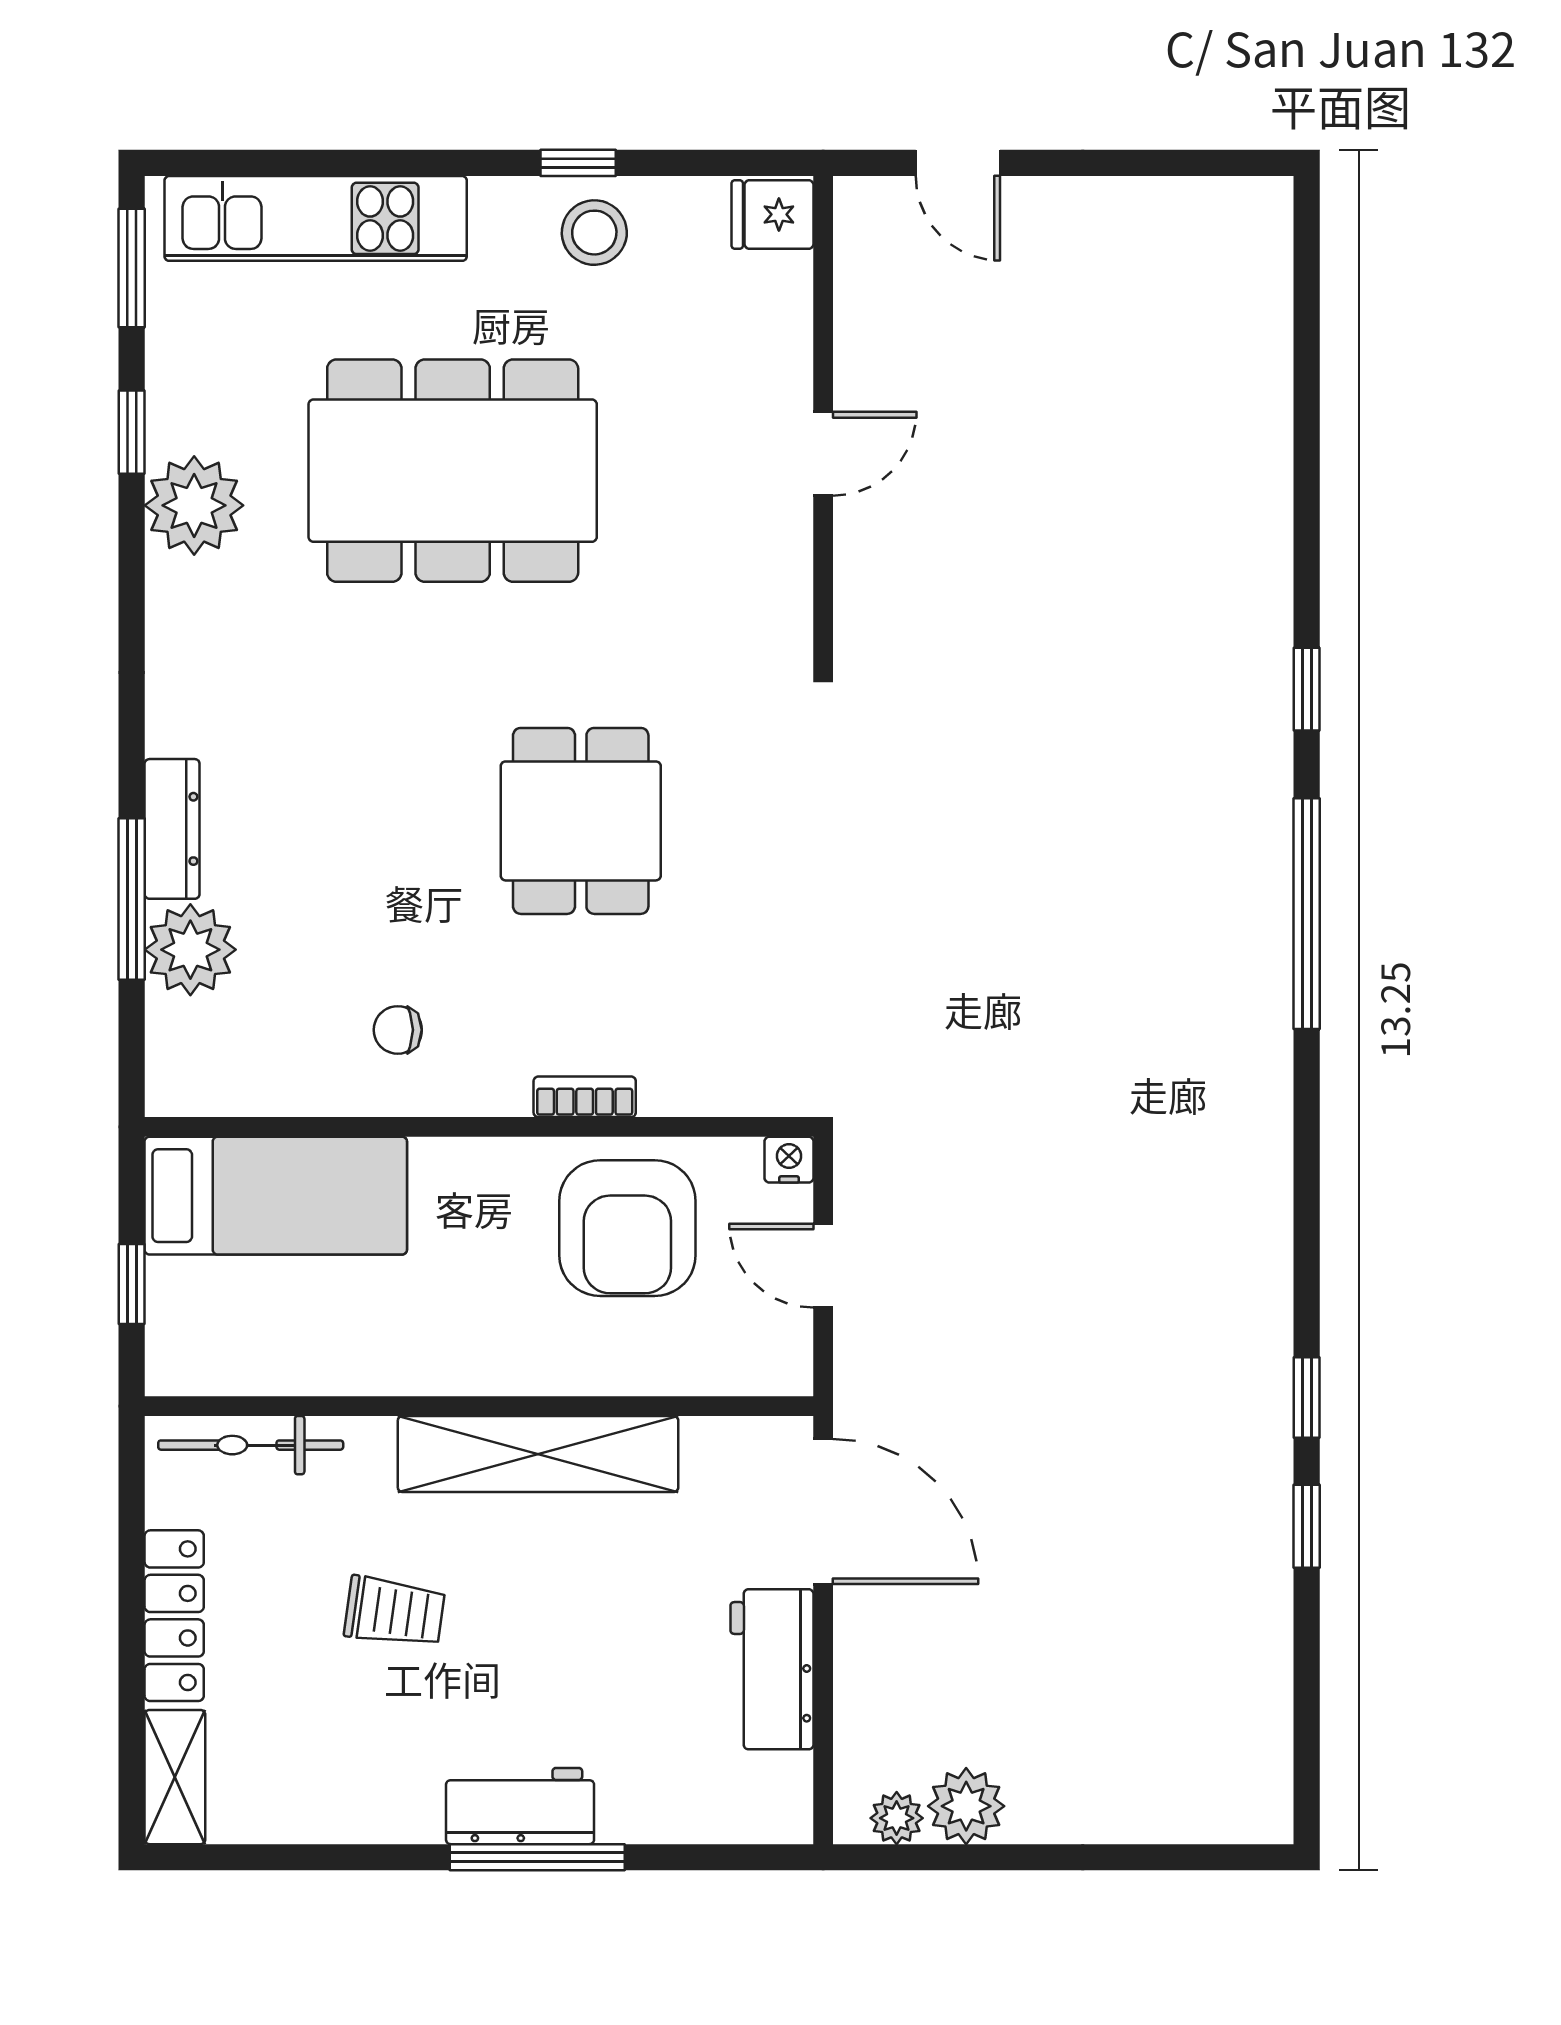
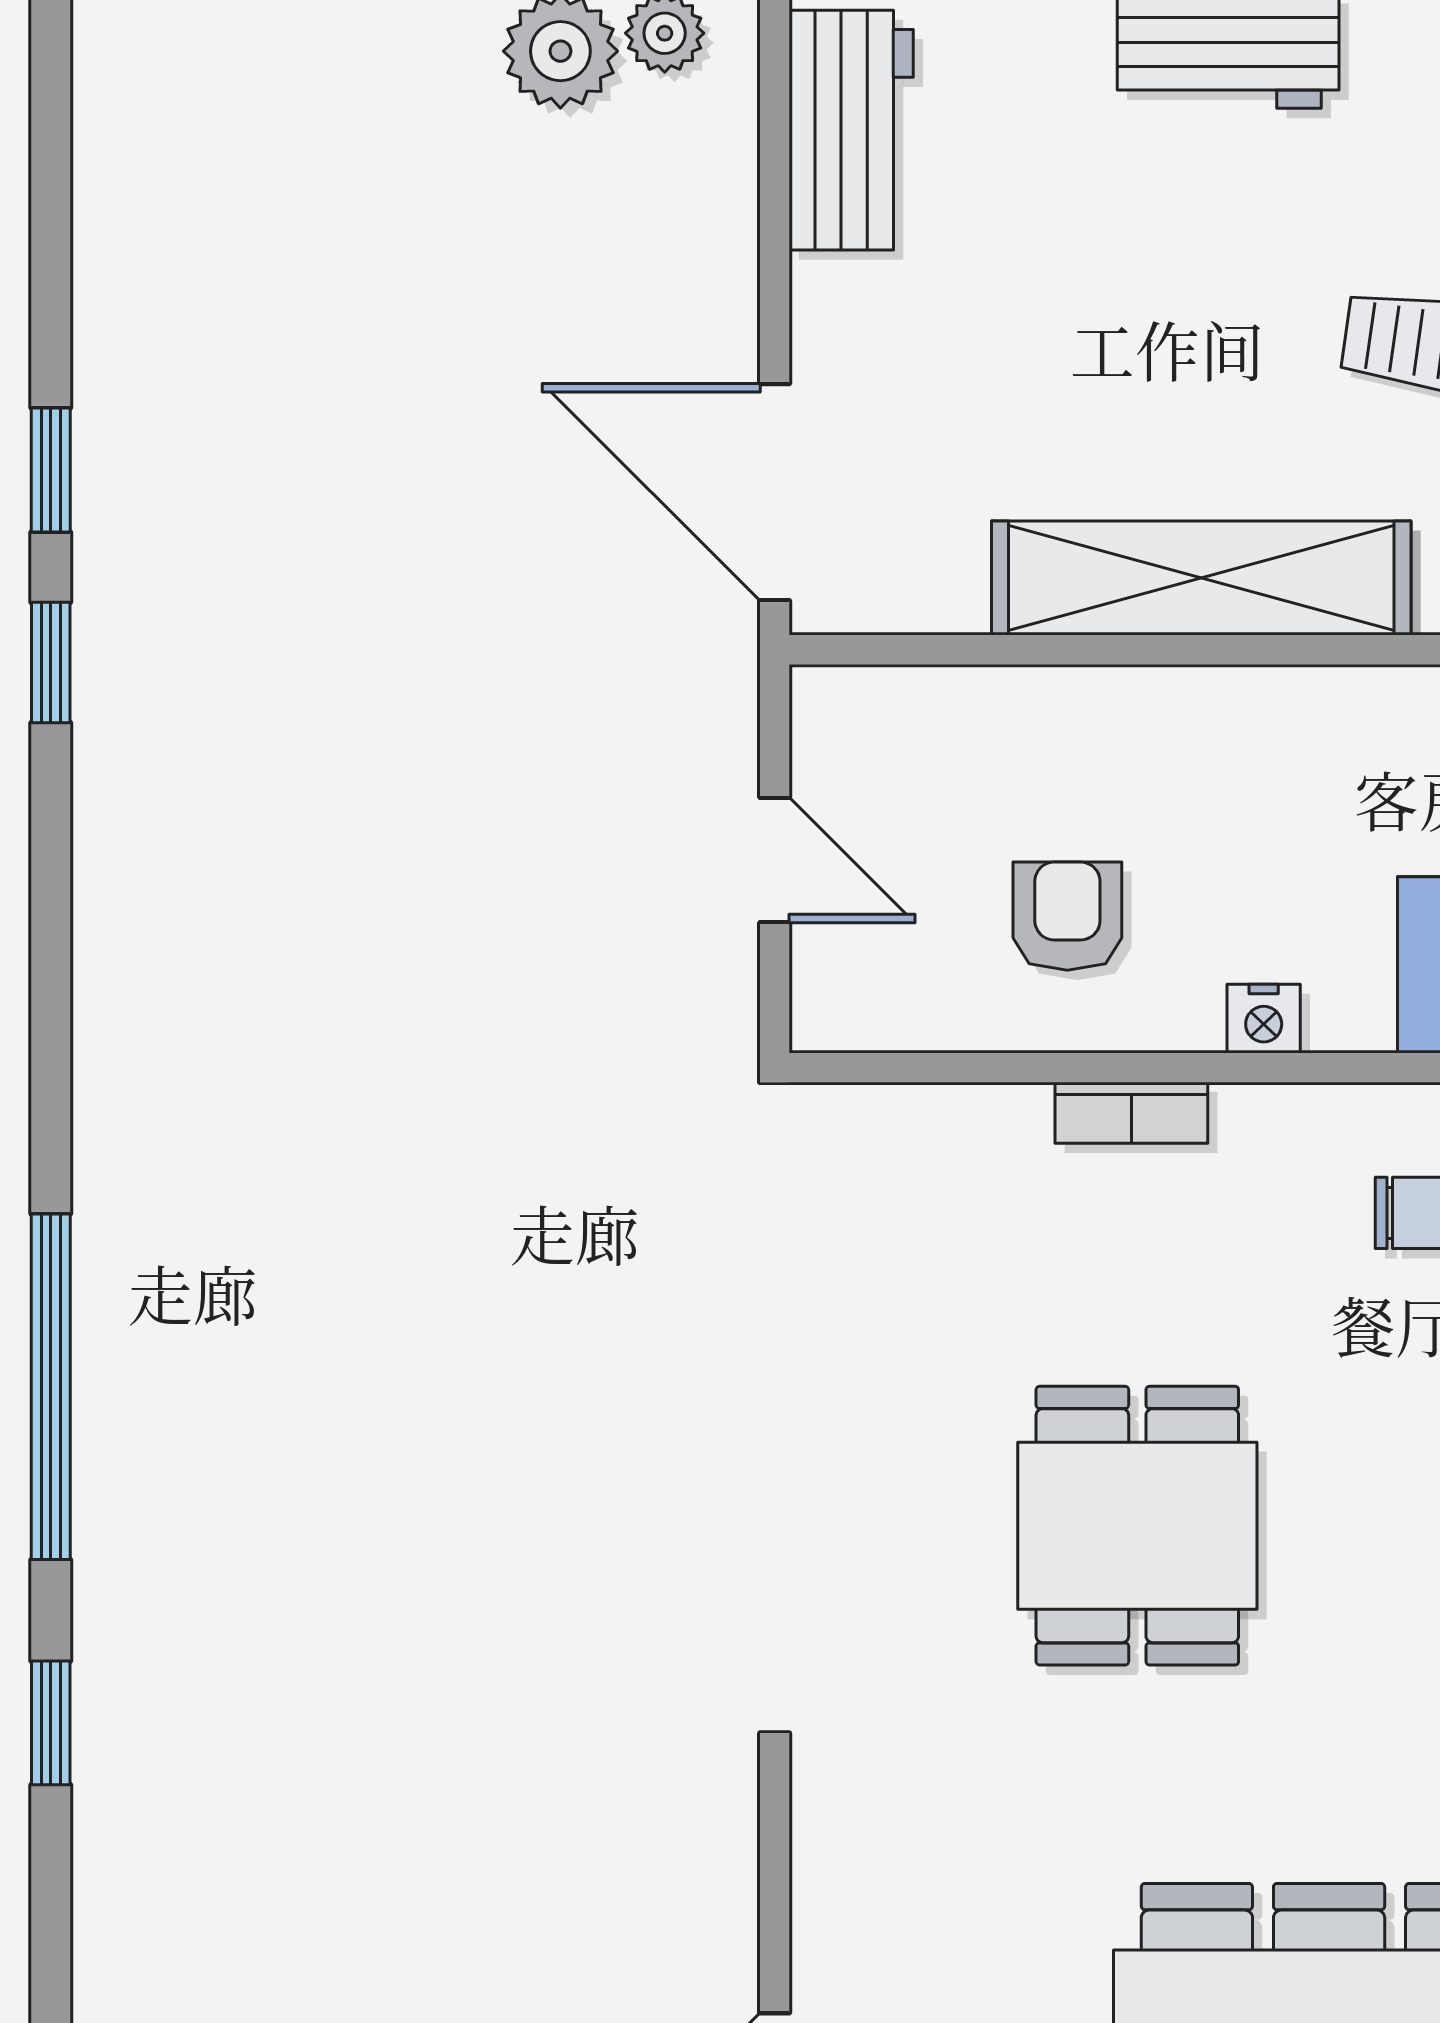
nightstand: (789, 1160) -> (1264, 1019), moved
armchair: (627, 1228) -> (1067, 916), width x0.53, depth x0.53
workbench: (772, 1669) -> (851, 130), moved

